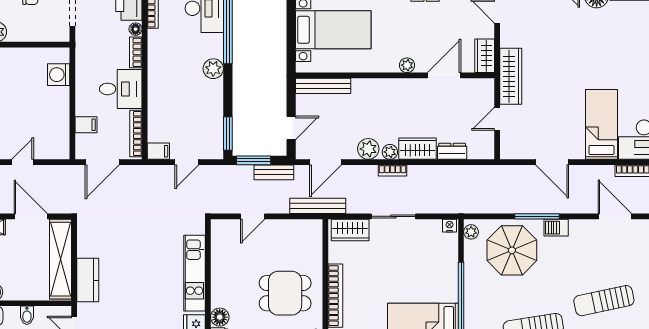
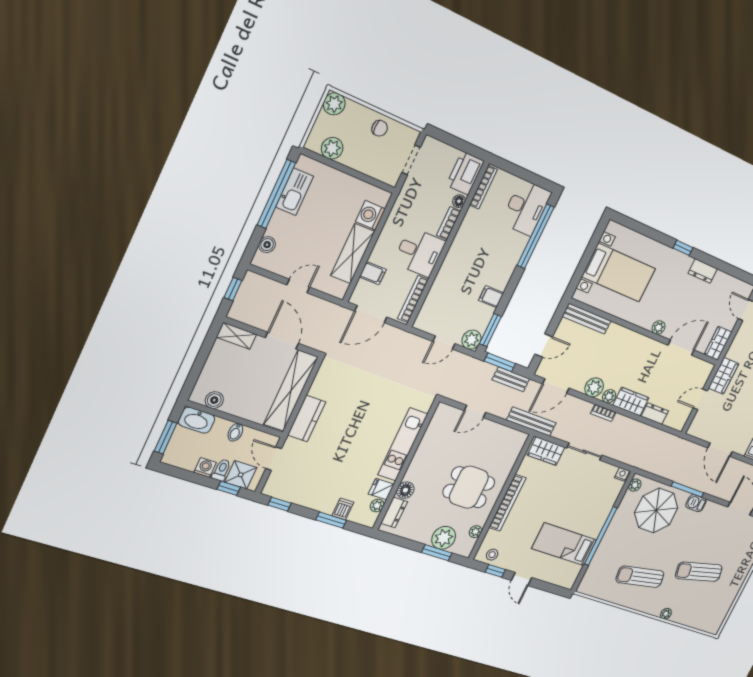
plant: (213, 69) -> (471, 340), moved
wardrobe: (511, 76) -> (724, 376), width x0.67
shelving: (59, 115) -> (353, 253), added
filing cabinet: (158, 151) -> (491, 297), moved, turned 180

